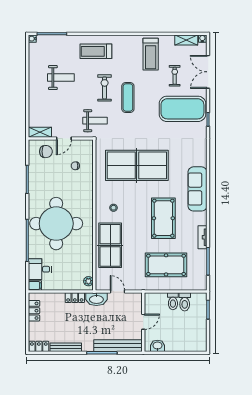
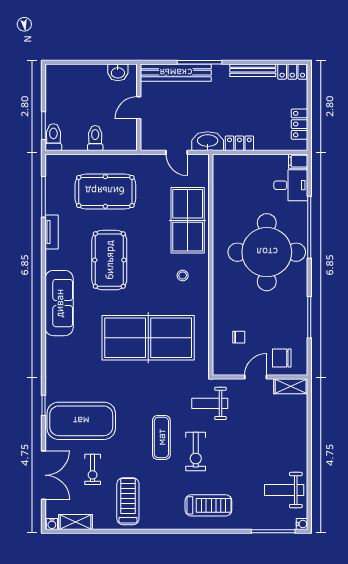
weight bench: (61, 78) -> (284, 490), moved
plant: (88, 281) -> (219, 167), removed
toilet: (185, 302) -> (53, 137), moved

